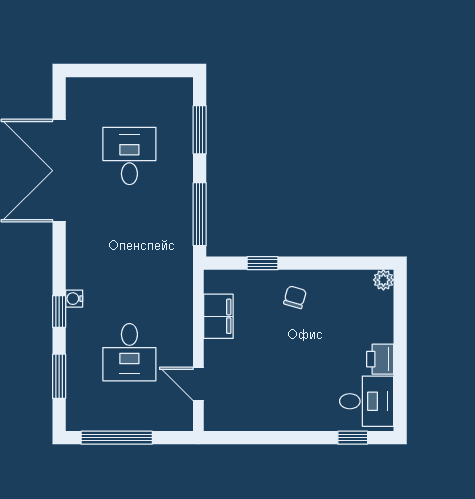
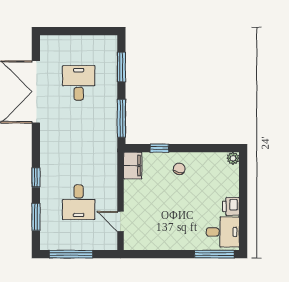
water cooler: (74, 299) -> (45, 170), removed
filing cabinet: (218, 316) -> (133, 166), moved
window: (353, 438) -> (214, 254), width x2.17

